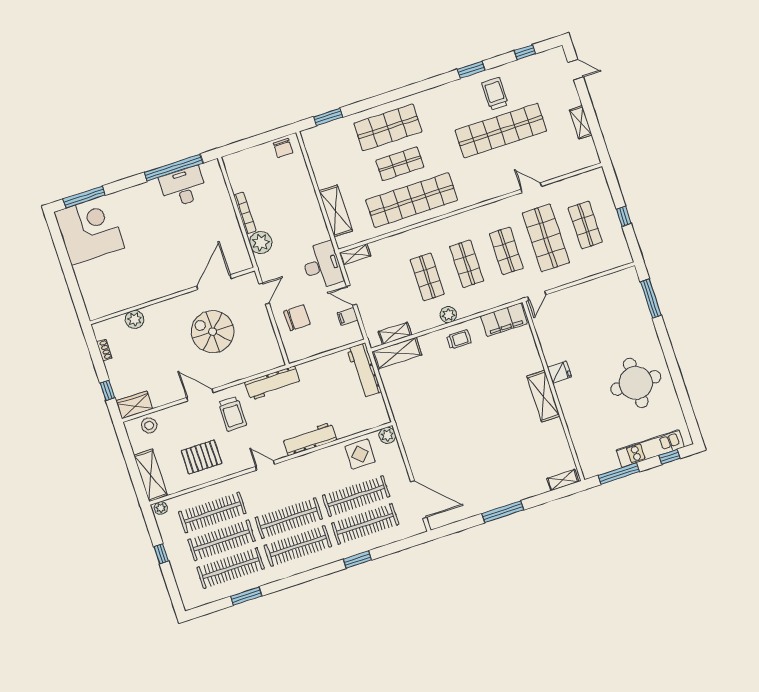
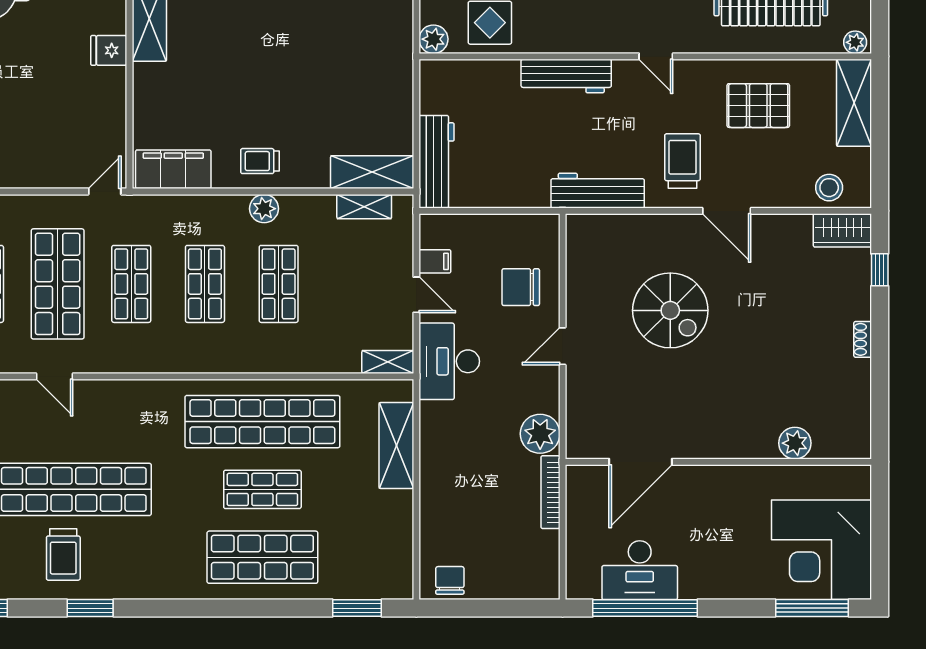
door: (214, 282) -> (641, 462), moved
wall: (172, 296) -> (718, 462), moved
plant: (135, 319) -> (795, 443), moved

